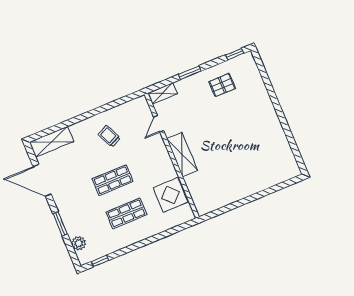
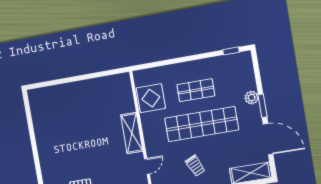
shop shelf: (113, 180) -> (202, 124), width x2.00, depth x1.36
window: (60, 224) -> (263, 106), moved
plant: (79, 243) -> (252, 98), moved

